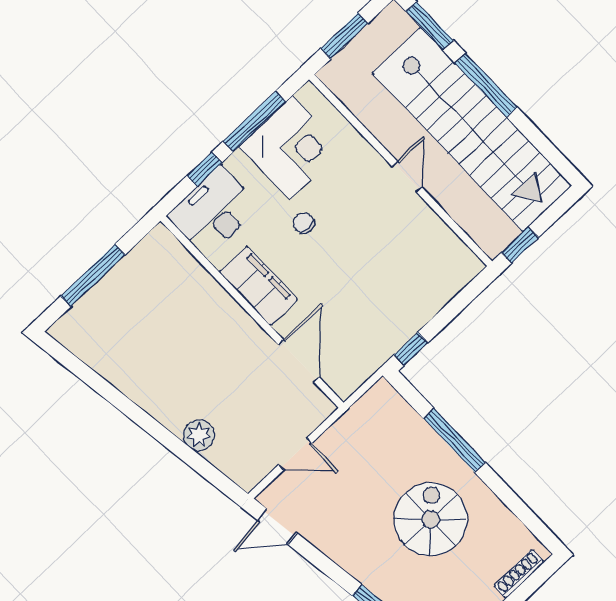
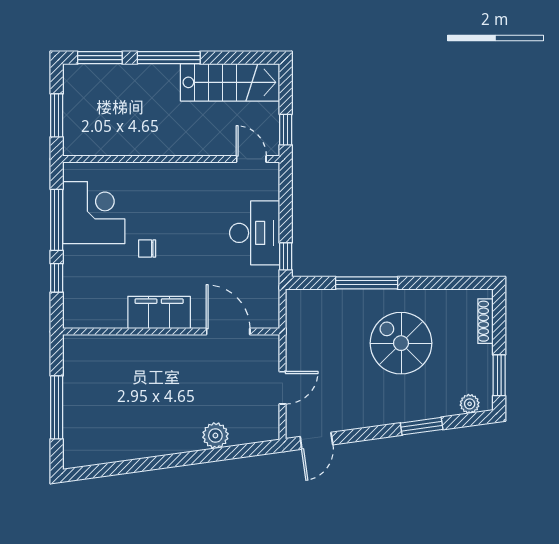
stairs: (472, 129) -> (230, 82), width x0.54, depth x0.66
door: (407, 177) -> (251, 159), moved
desk: (214, 211) -> (255, 233), moved, turned 180

